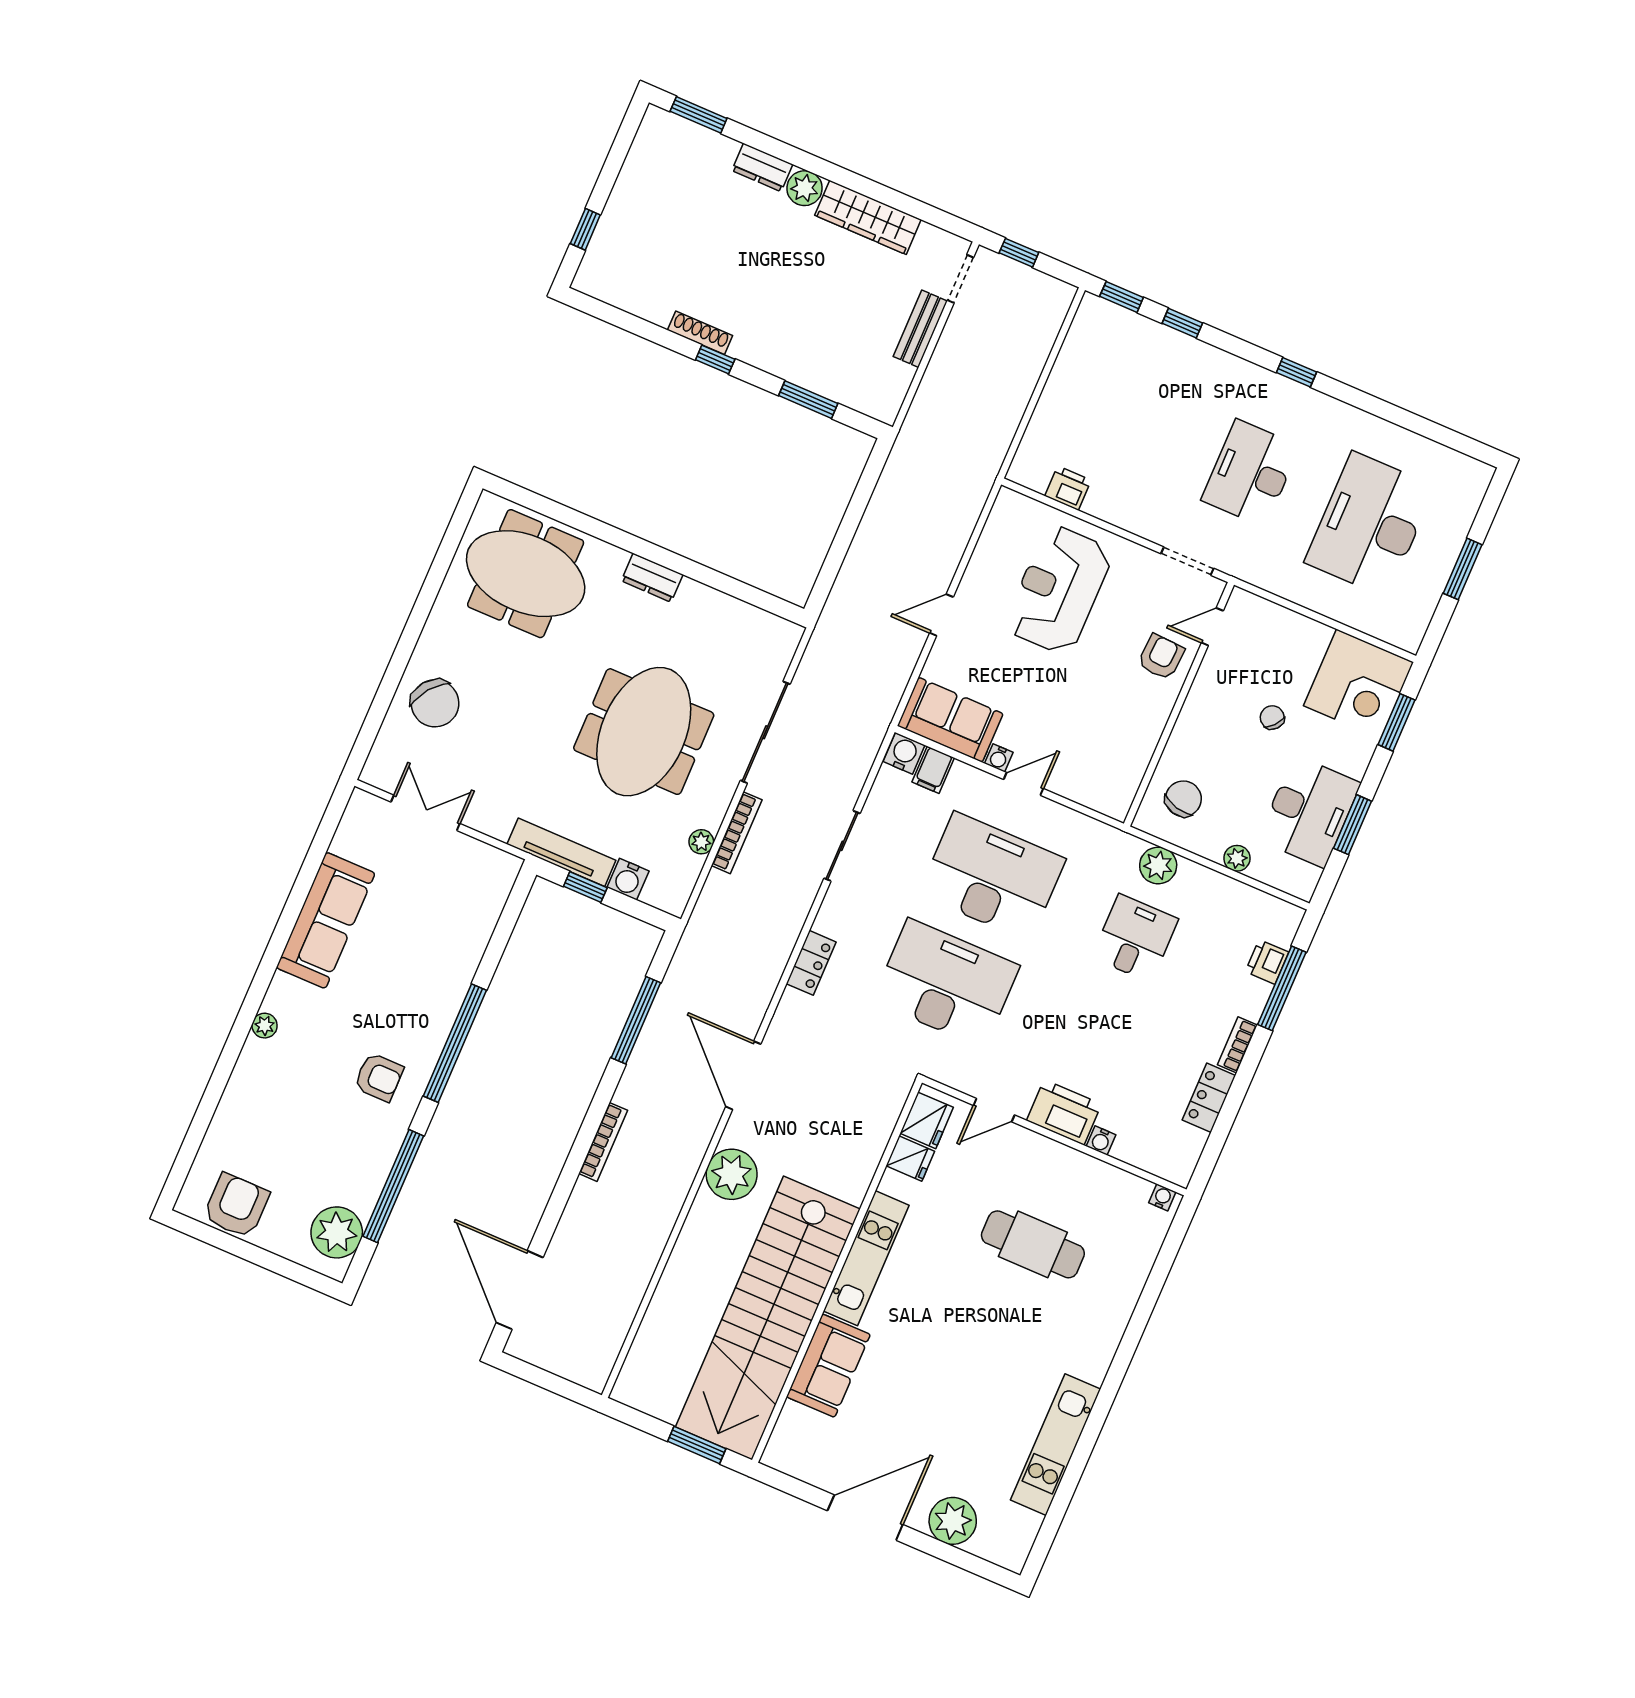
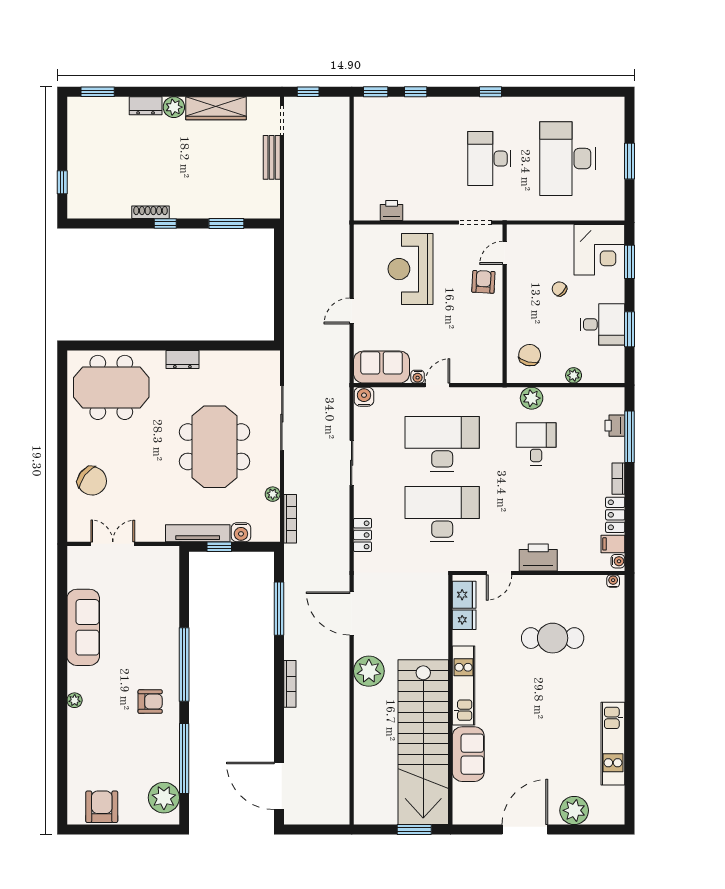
filing cabinet: (933, 770) -> (613, 544), moved, turned 90
desk: (1309, 811) -> (602, 324), width x0.73
bookcase: (737, 833) -> (290, 519), moved
water cooler: (1101, 1140) -> (618, 561), moved, turned -90

